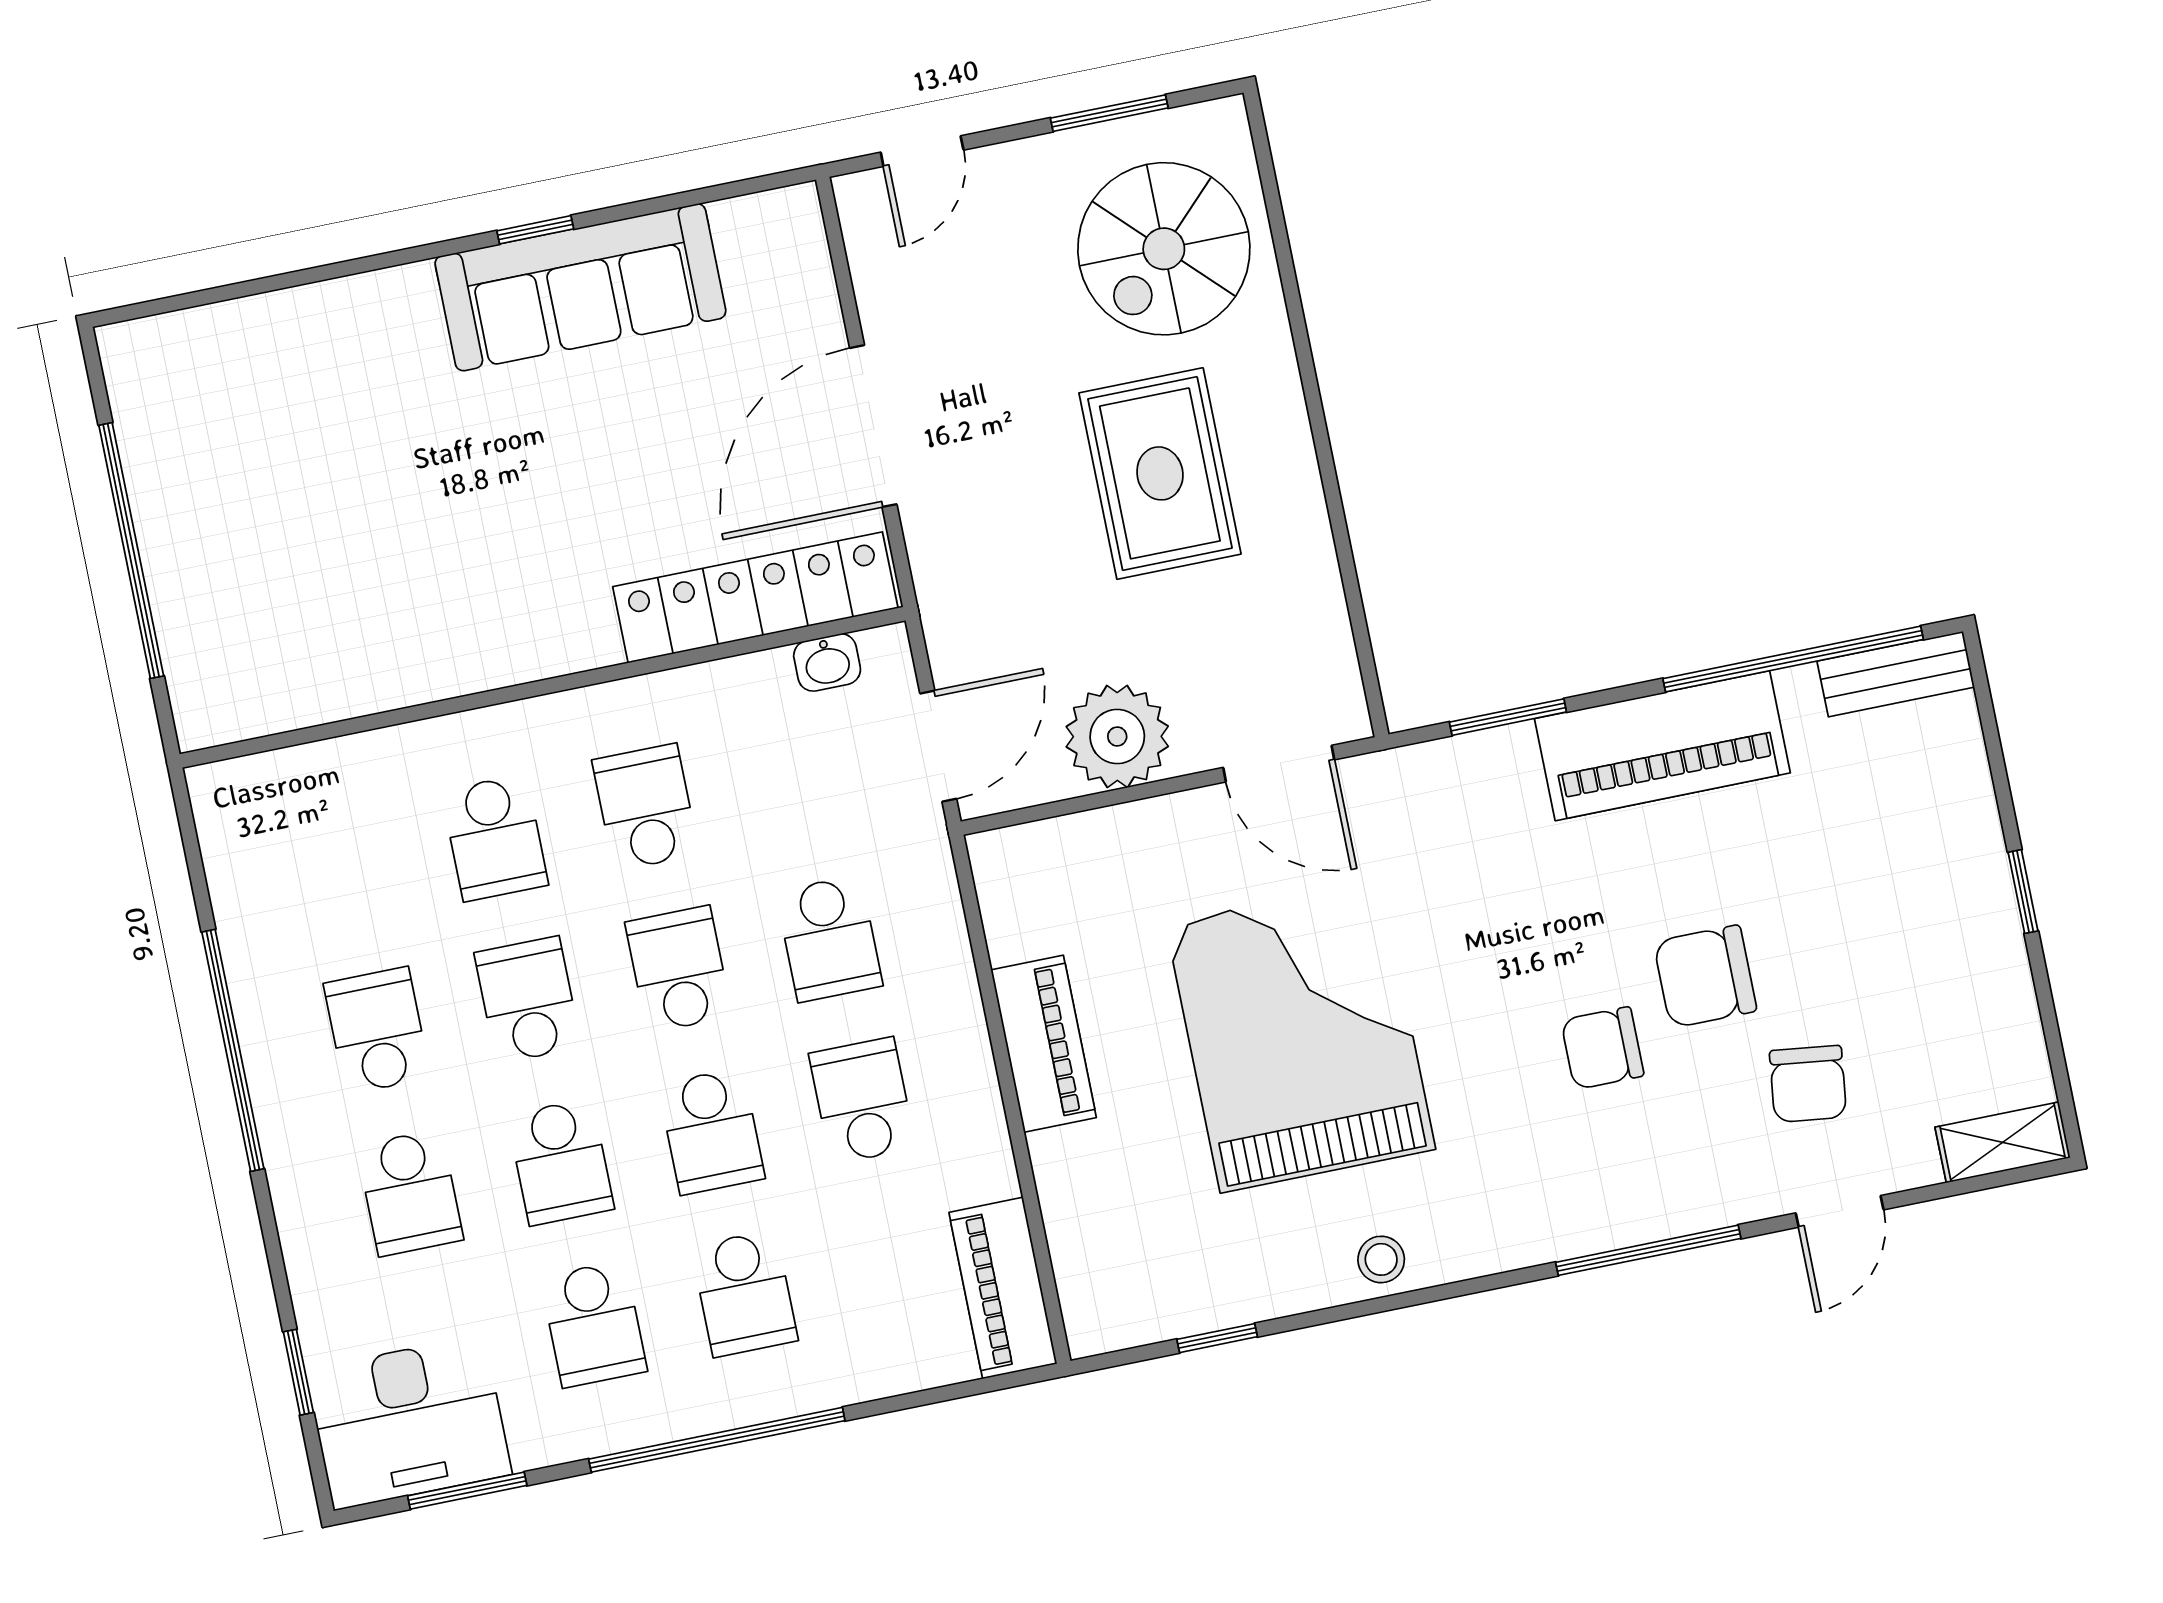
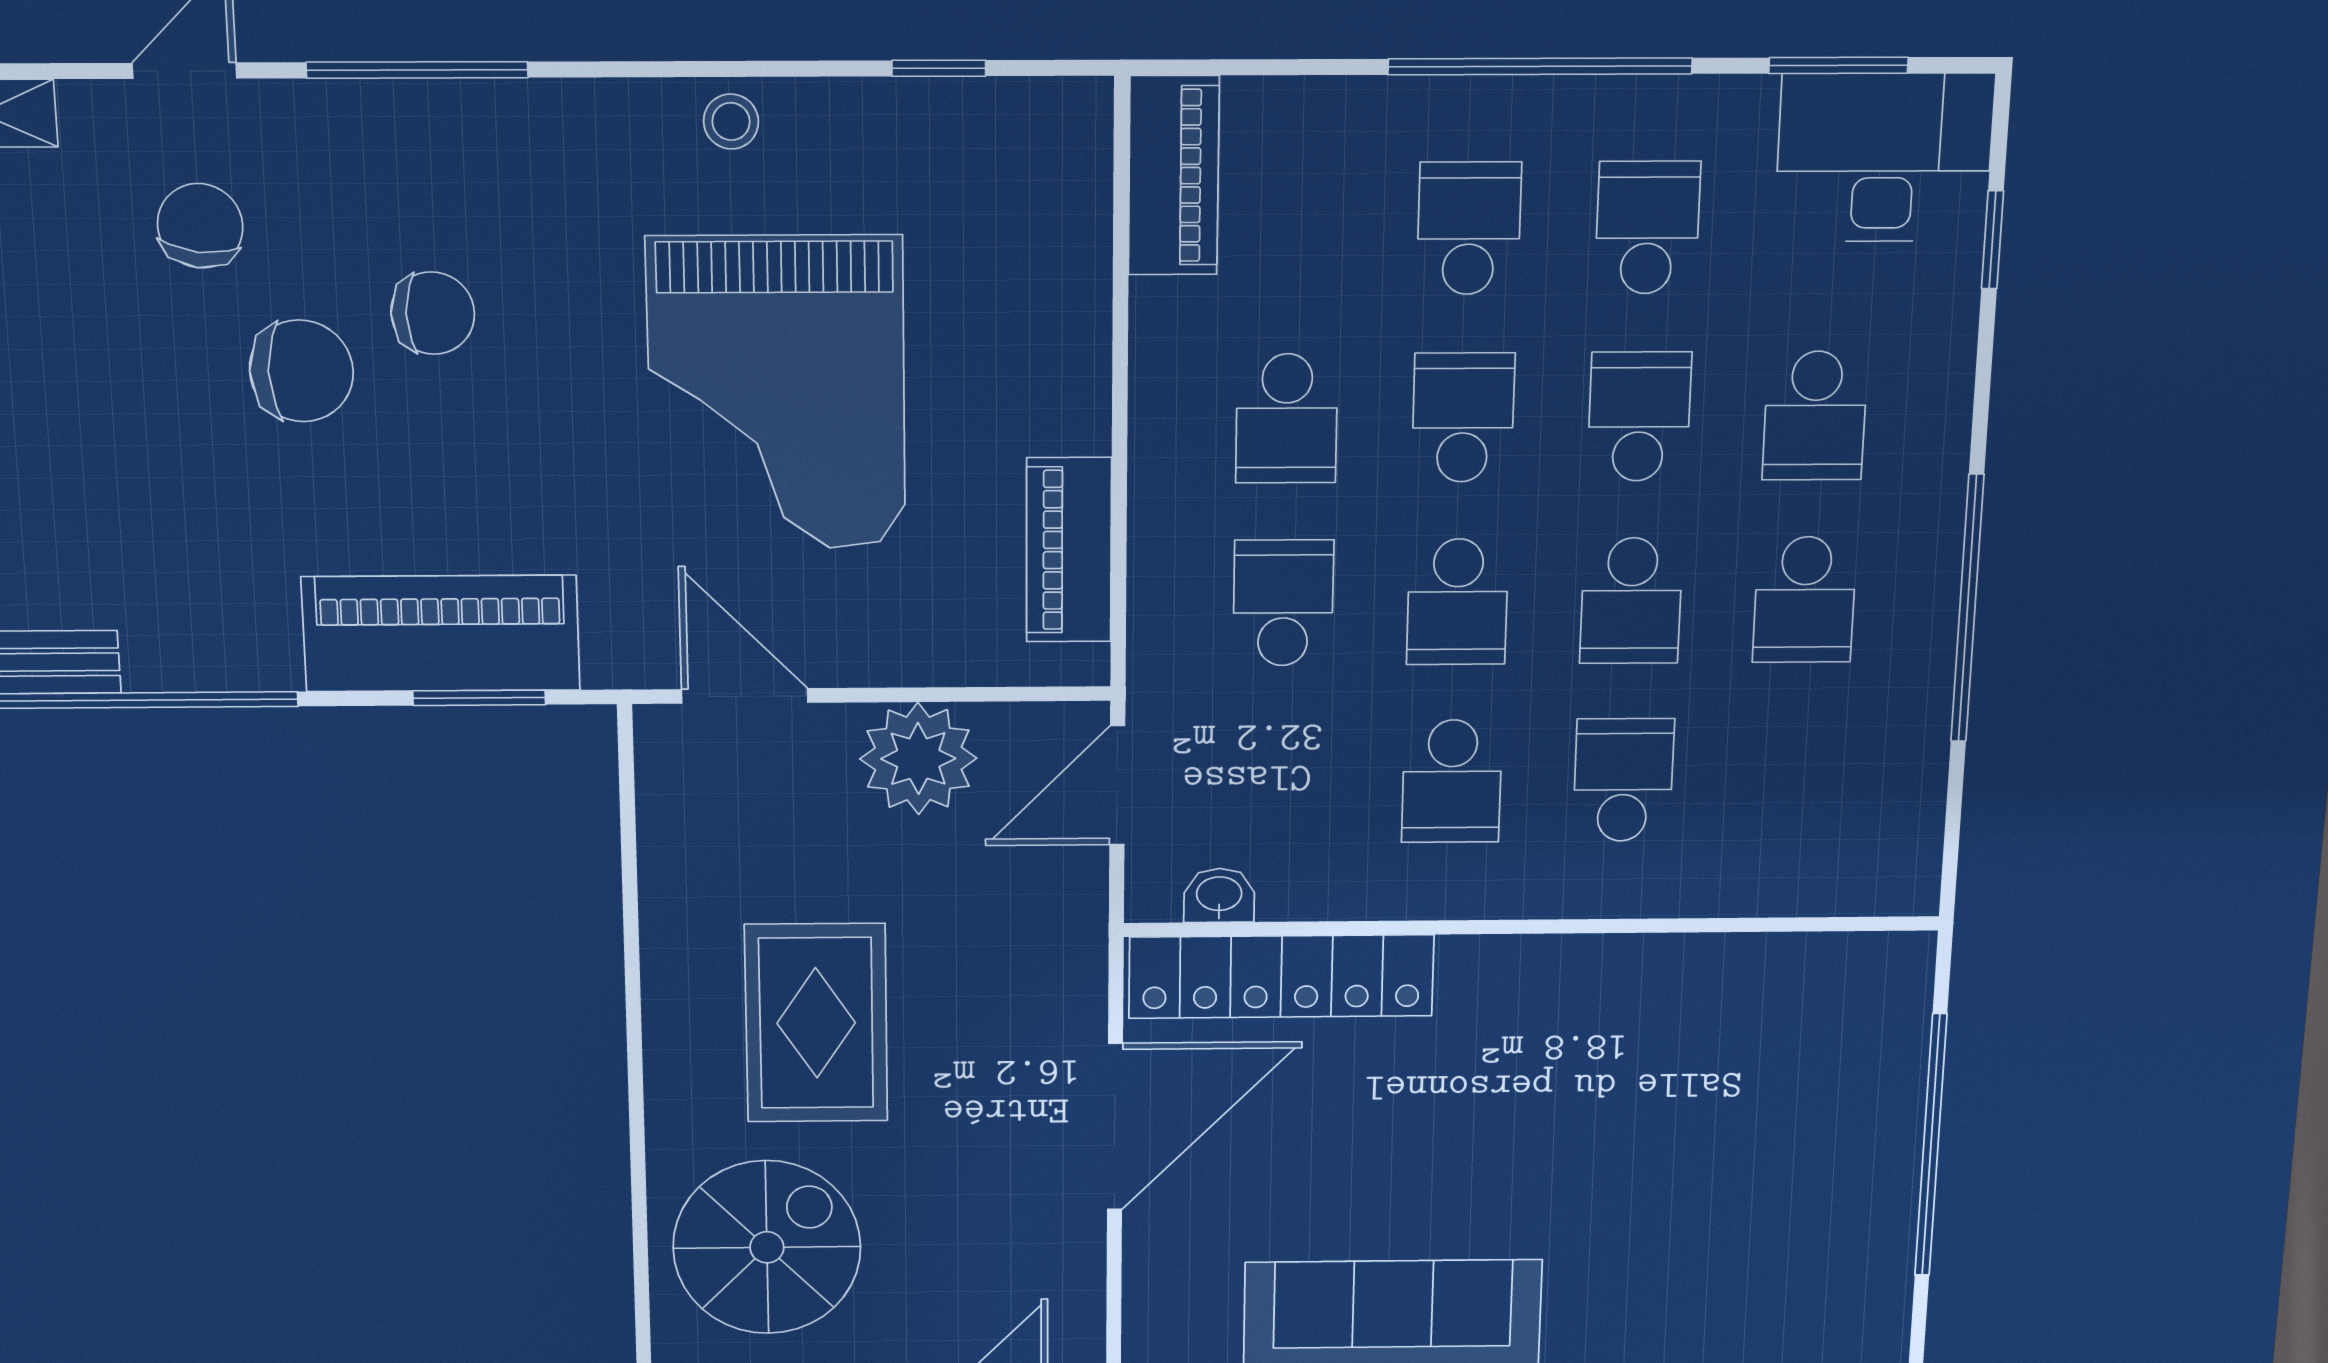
piano: (1662, 746) -> (441, 634), moved
piano: (1044, 1044) -> (1069, 550), moved
school desk: (410, 1193) -> (1815, 416), turned 180

